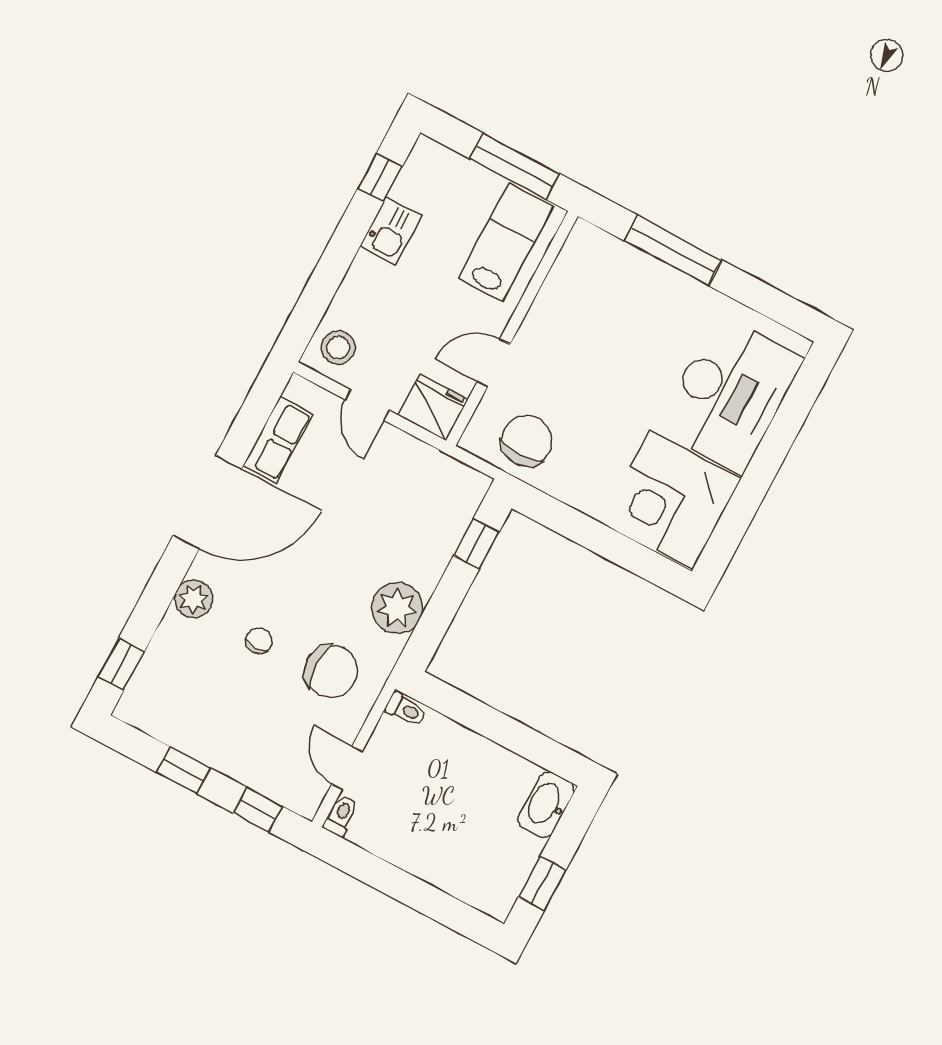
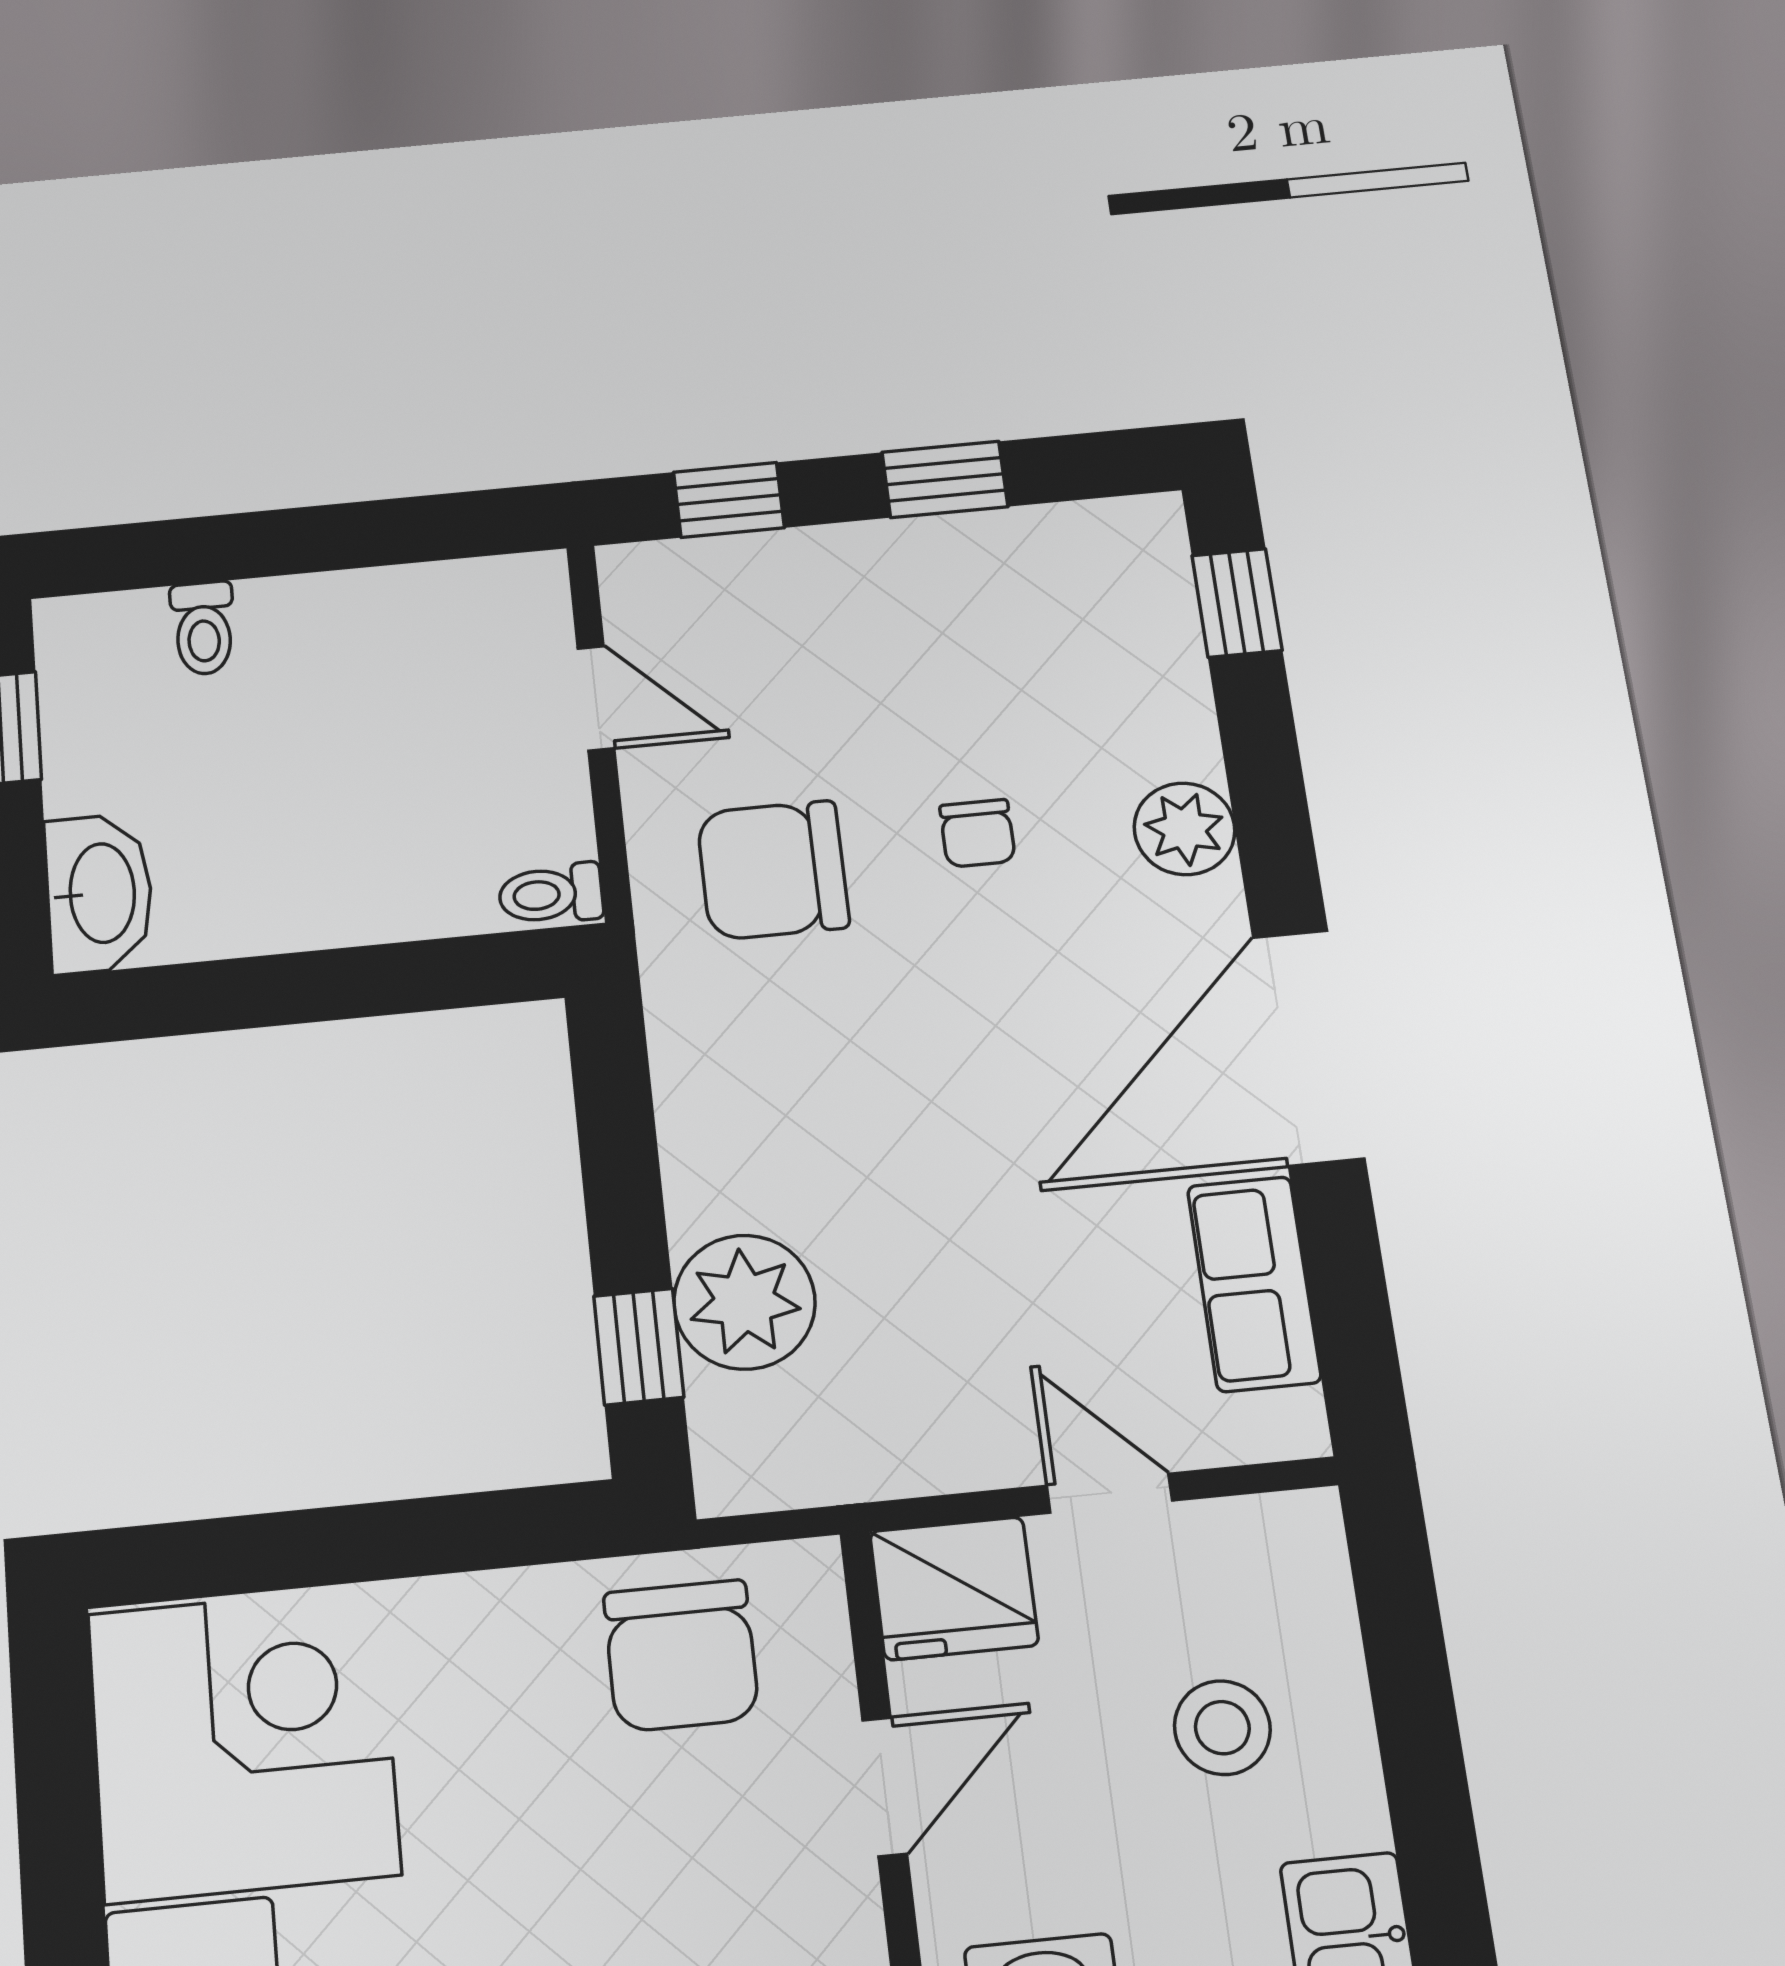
stool: (338, 348) -> (1222, 1728), moved
plant: (397, 608) -> (745, 1302), moved
toilet: (341, 816) -> (203, 628), moved

